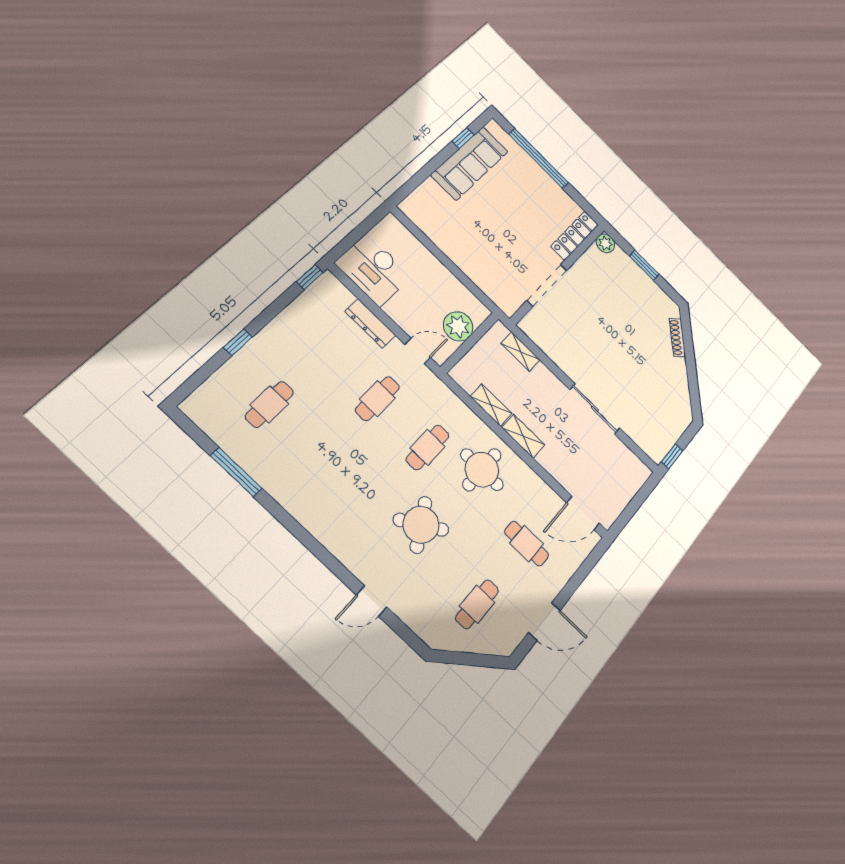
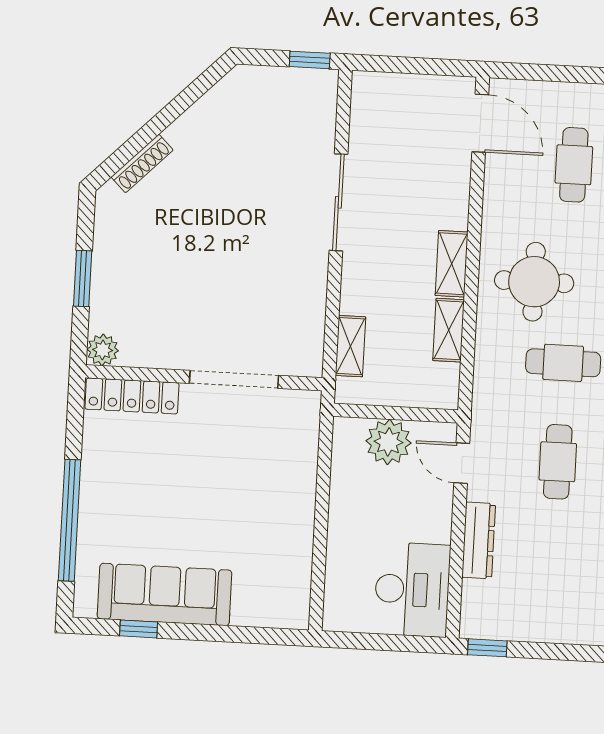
cafe table: (377, 399) -> (558, 462), turned 90

